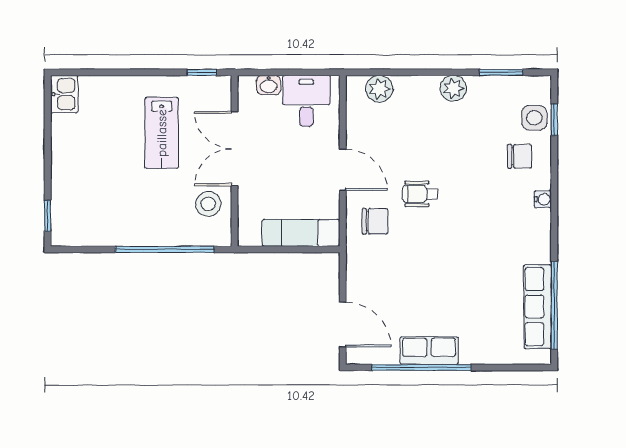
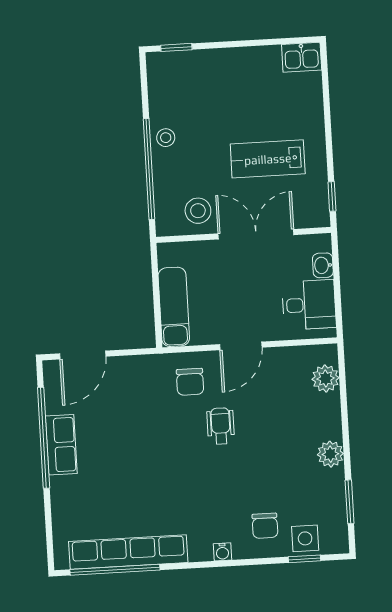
stool: (135, 231) -> (166, 138), added
row of seats: (538, 307) -> (128, 552), width x1.36

